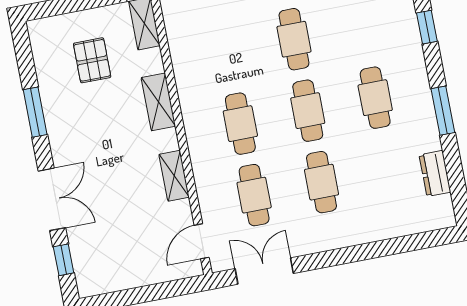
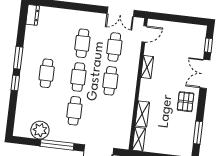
window: (427, 27) -> (15, 83), moved
pallet: (92, 60) -> (186, 102), moved
shelving: (158, 102) -> (142, 114), moved
window: (35, 112) -> (198, 133), moved
dresser: (435, 173) -> (33, 15), moved

